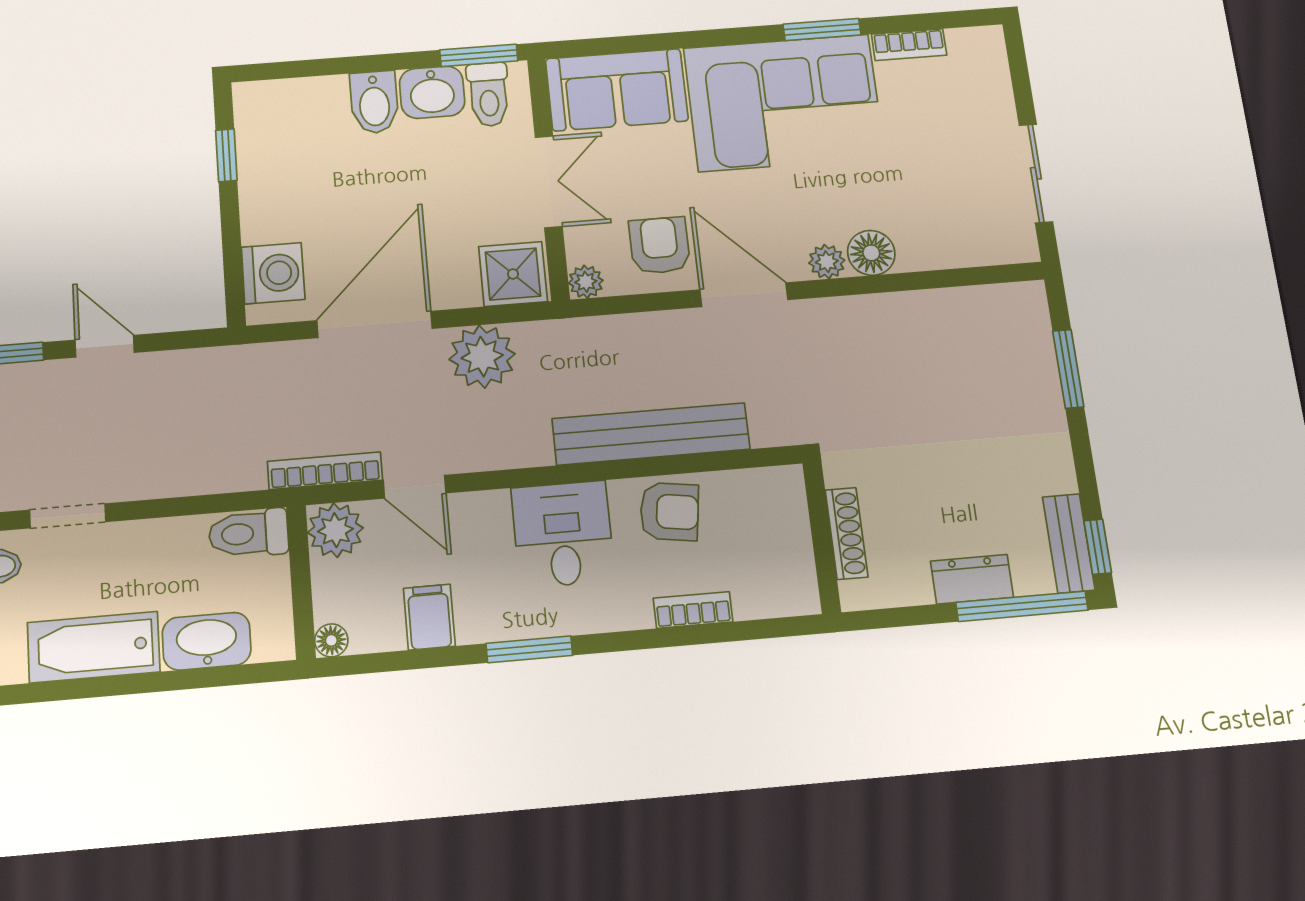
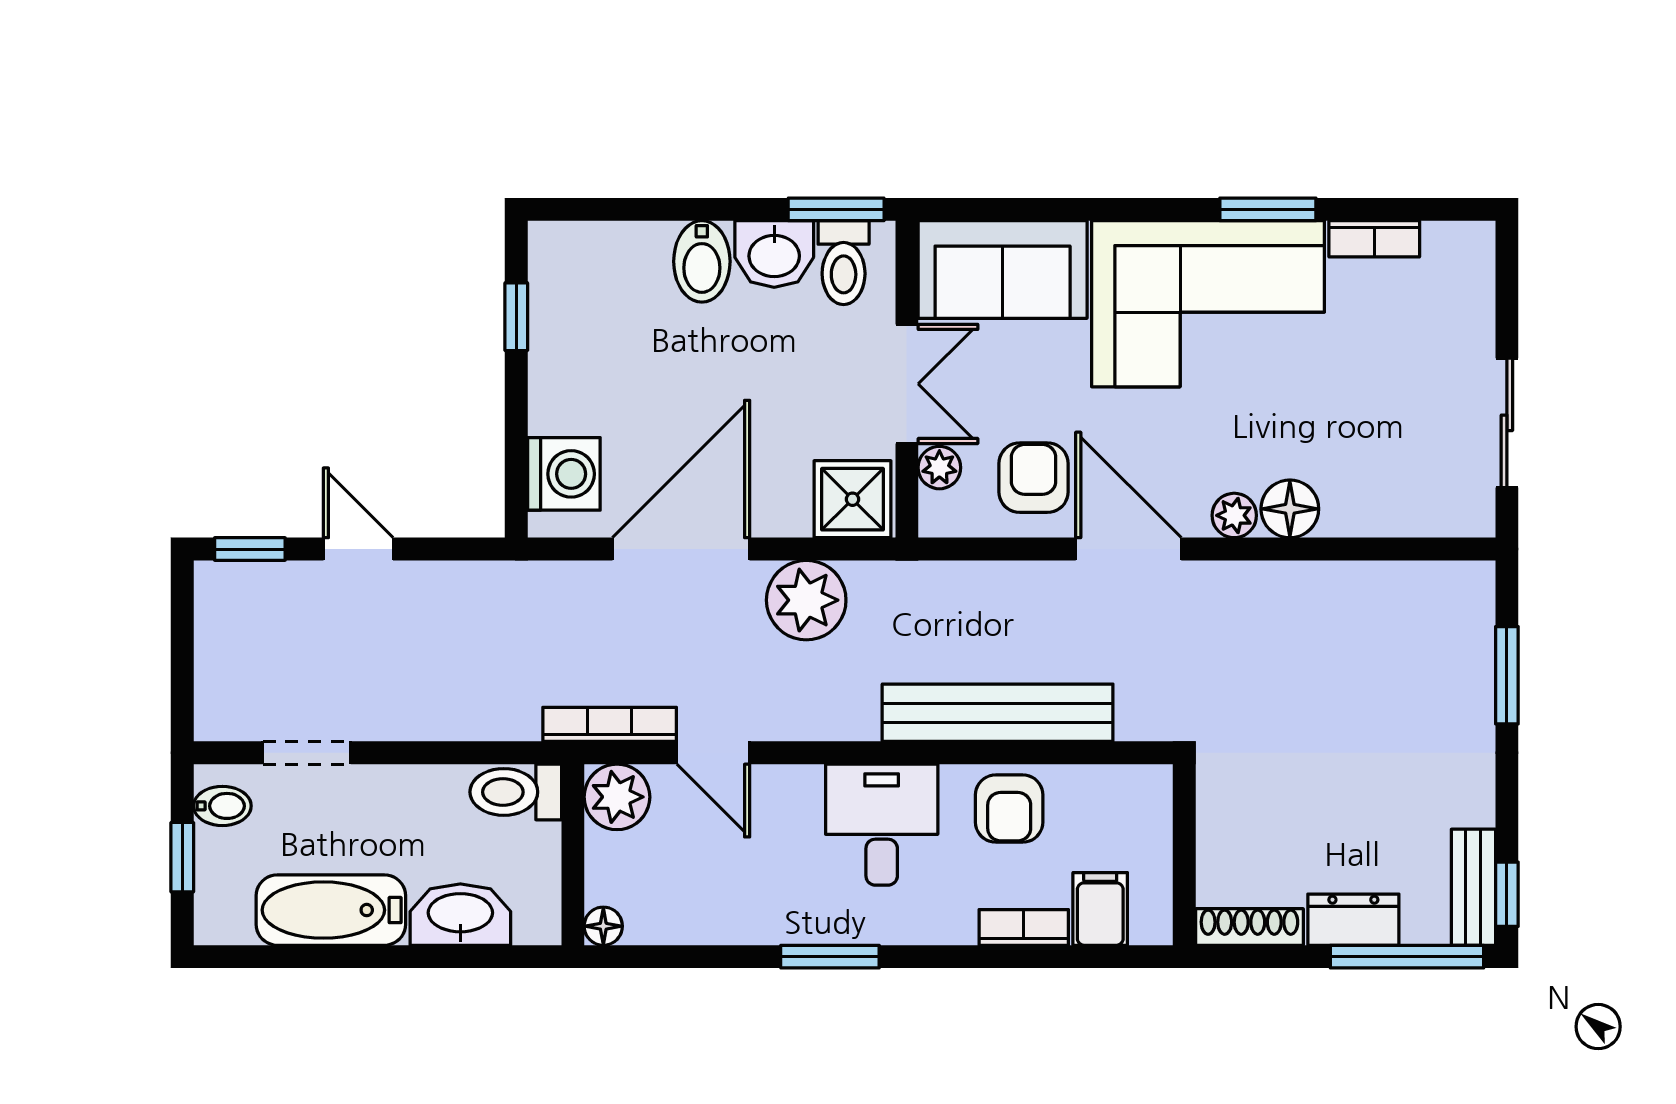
plant: (586, 282) -> (939, 468), moved
armchair: (669, 512) -> (1009, 809), turned 82
shoe rack: (846, 533) -> (1249, 927), moved, turned -90
filing cabinet: (429, 617) -> (1100, 909), moved

